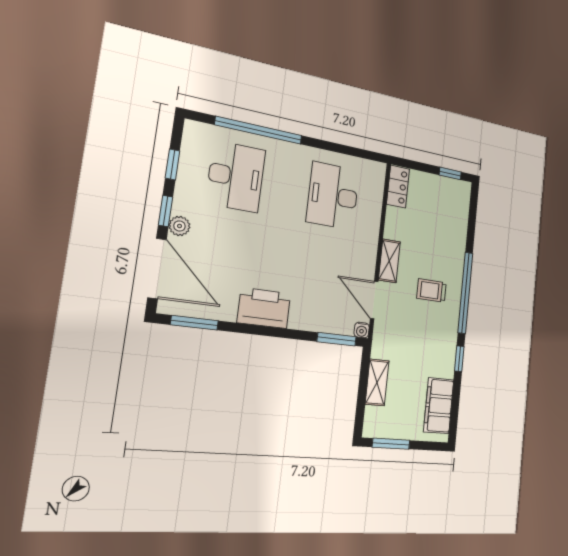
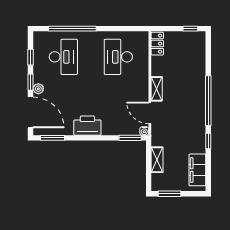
trolley: (432, 291) -> (186, 102), removed

